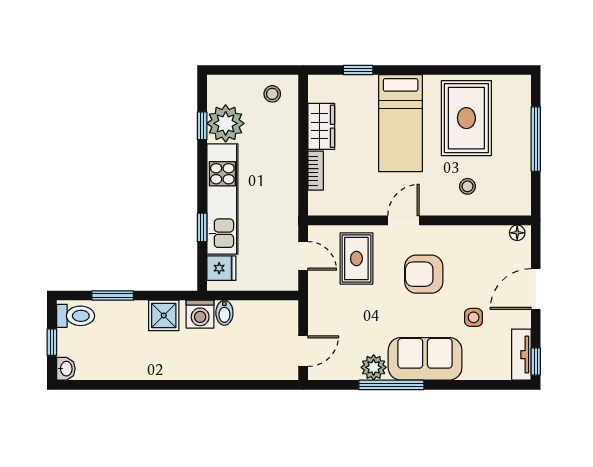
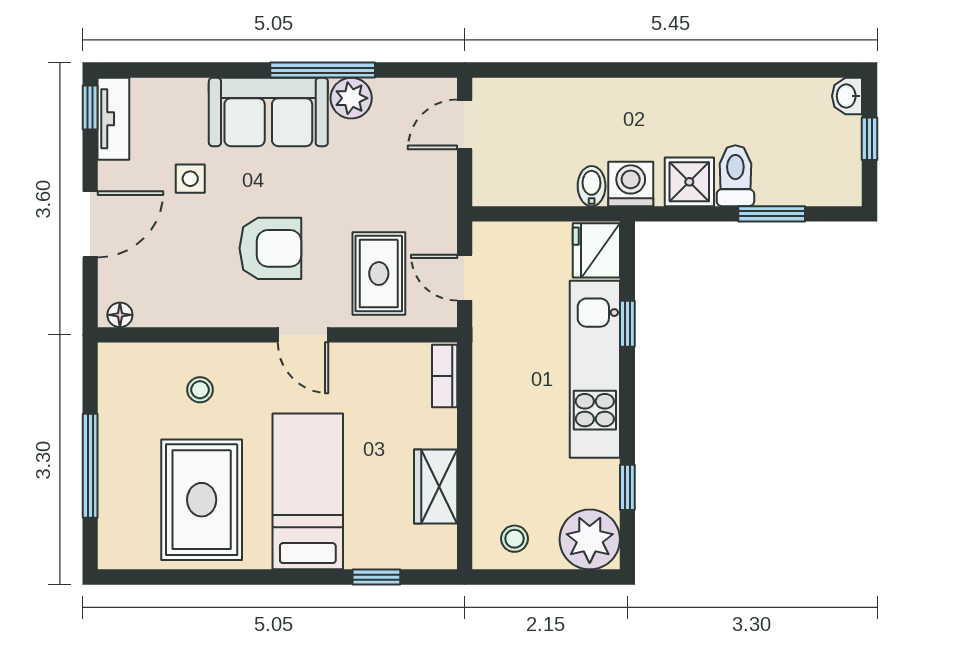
plant: (226, 123) -> (590, 539), moved
bookcase: (316, 171) -> (445, 376), moved
door: (404, 220) -> (303, 335), hinge flipped
fridge: (221, 268) -> (596, 250), width x1.38
toilet: (76, 316) -> (735, 176), moved, turned 90

